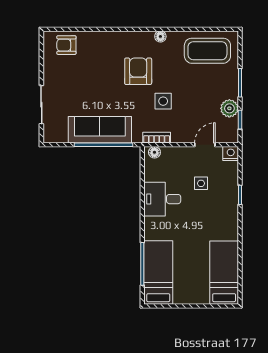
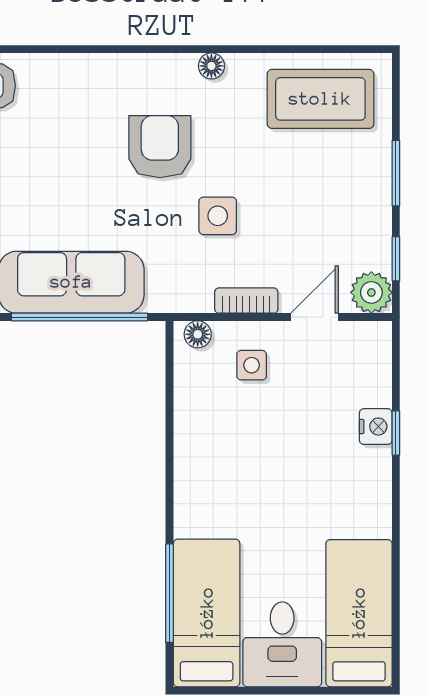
plant: (229, 108) -> (371, 292), moved
bookcase: (157, 138) -> (246, 301), moved
nightstand: (231, 154) -> (376, 427), moved, turned 90
side table: (201, 183) -> (252, 365), moved
desk: (162, 199) -> (282, 644), moved, turned -90

